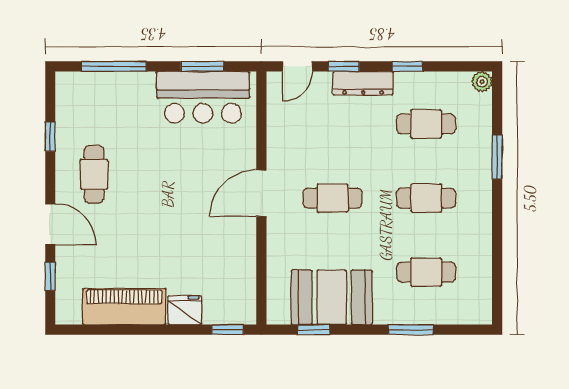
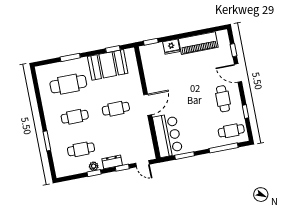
door: (298, 66) -> (143, 164), swing flipped
plant: (482, 82) -> (94, 166), moved
dresser: (363, 83) -> (112, 162), width x0.70
bar counter: (203, 97) -> (168, 135), moved, turned 90
cafe table: (90, 101) -> (231, 131), added
cafe table: (426, 272) -> (68, 84), width x1.37, depth x1.35

